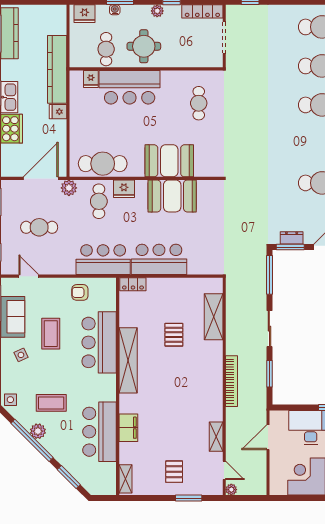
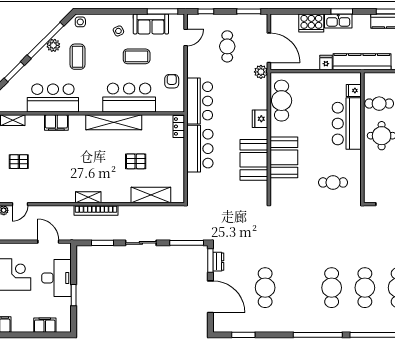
cafe table: (99, 201) -> (249, 97), removed
shelving: (216, 437) -> (88, 197), moved

